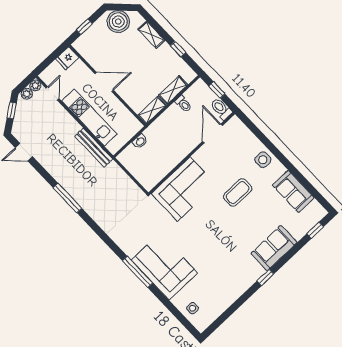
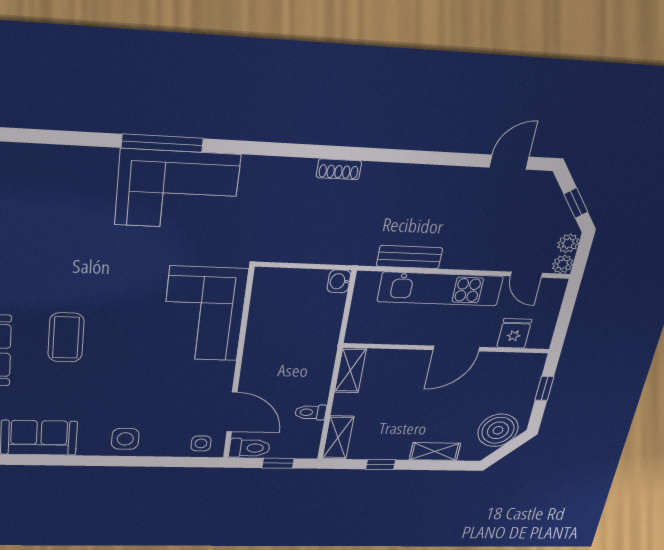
fridge: (67, 58) -> (514, 333), moved
shelving: (173, 90) -> (338, 438), moved
washbasin: (140, 141) -> (339, 281), moved
bench: (94, 148) -> (409, 257), width x0.73
coffee table: (238, 193) -> (66, 337), moved
window: (67, 198) -> (380, 155), removed
shoe rack: (86, 206) -> (339, 169), added
corner sofa: (164, 267) -> (177, 190), moved
side table: (193, 308) -> (201, 443), moved

